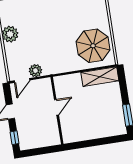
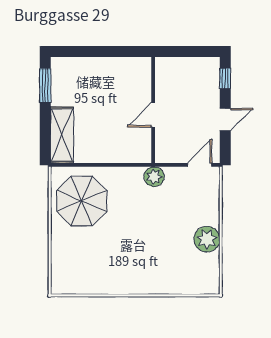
plant: (35, 71) -> (154, 177), moved
shelving: (100, 77) -> (62, 135), moved, turned 90

